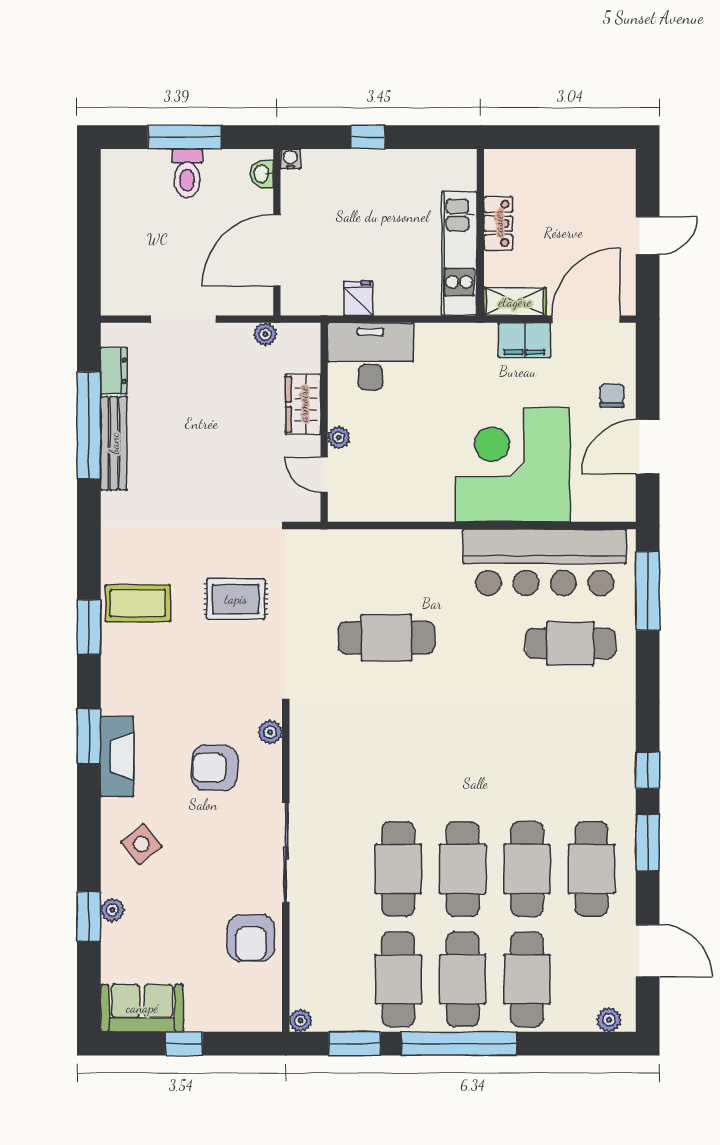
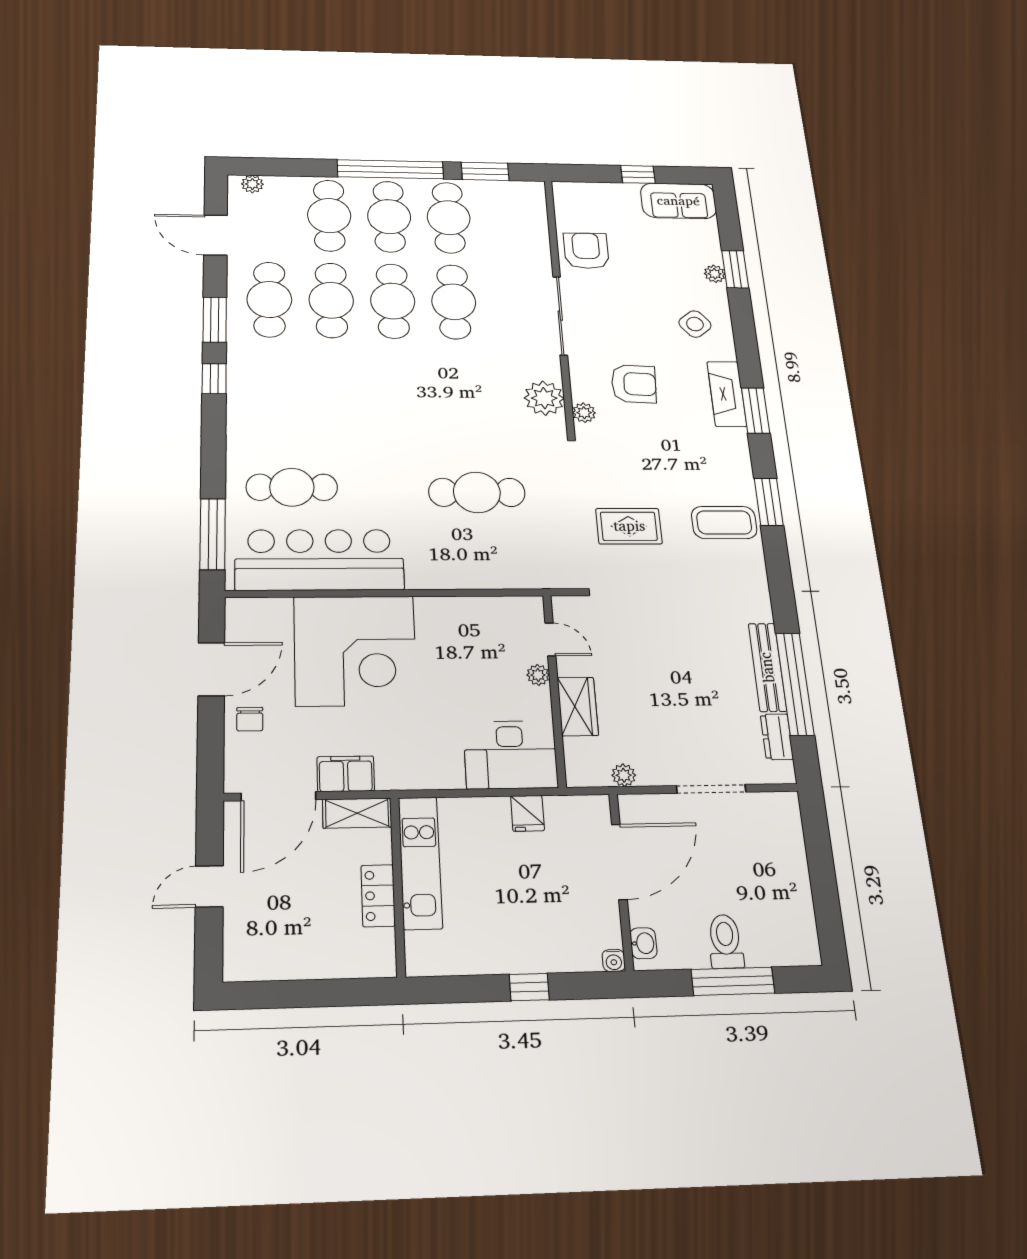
plant: (301, 1021) -> (544, 398), moved, width x1.87, depth x1.87

